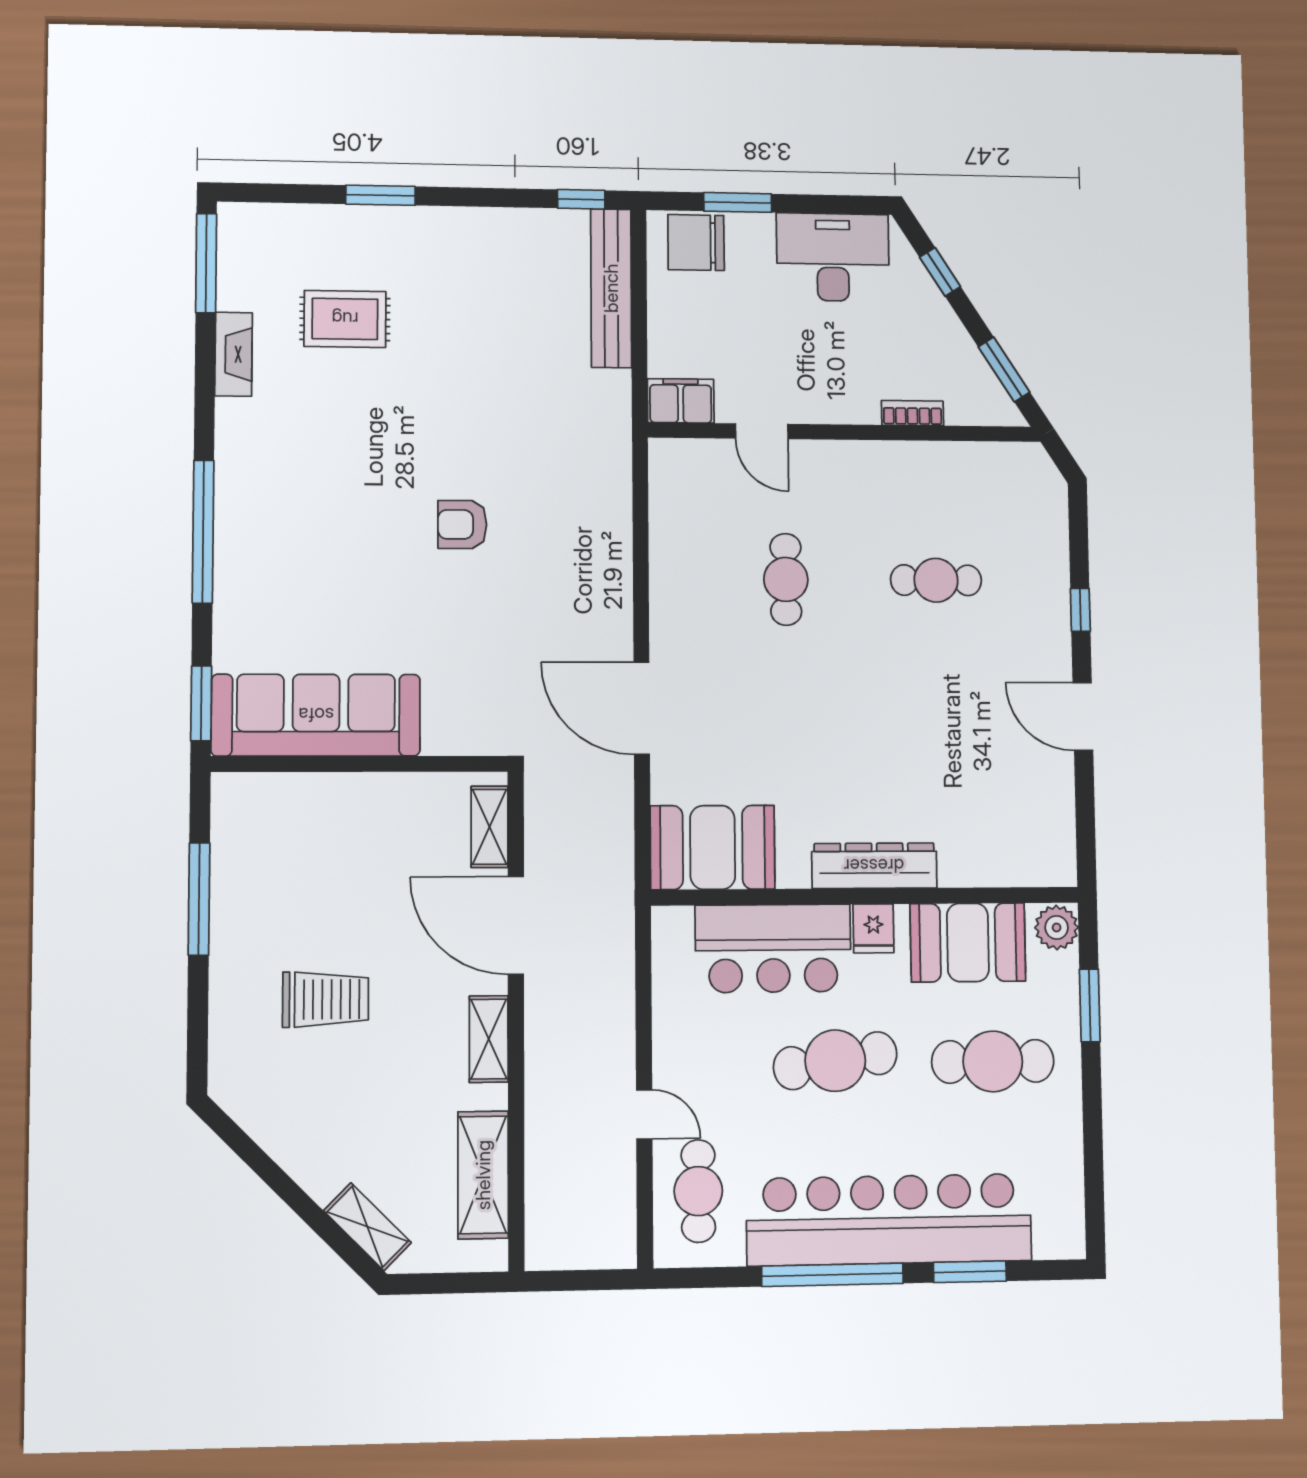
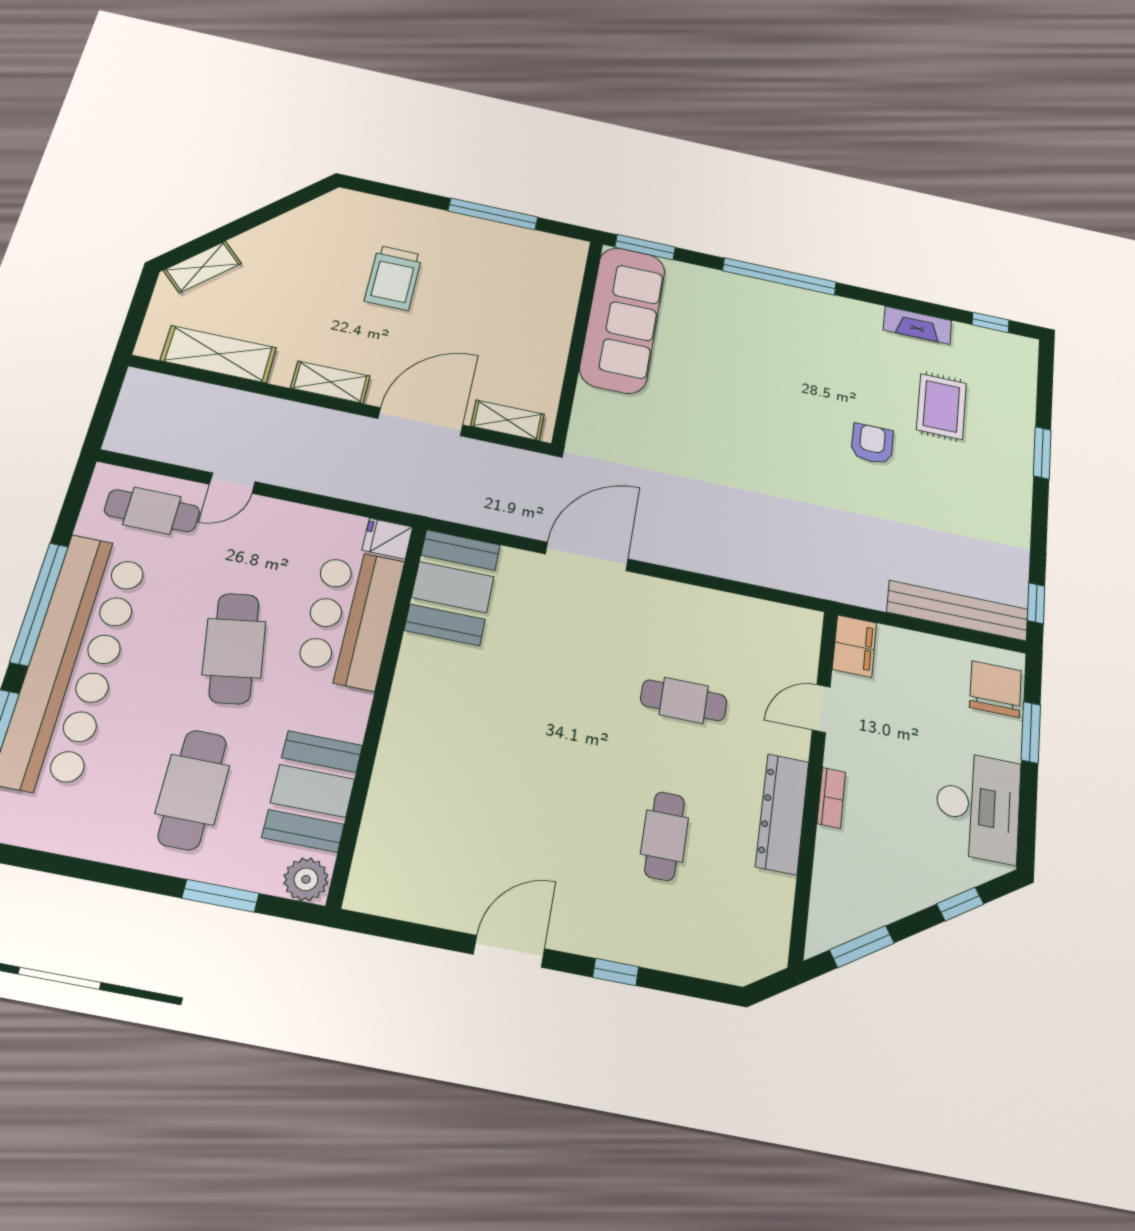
window: (206, 263) -> (991, 322), width x0.46
bookcase: (913, 413) -> (831, 798), moved
armchair: (462, 524) -> (872, 444), moved
dresser: (874, 866) -> (782, 814), moved, turned 180
fridge: (873, 928) -> (387, 539), moved

